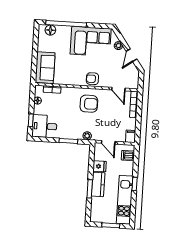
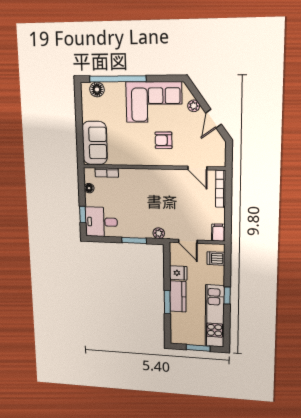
armchair: (92, 79) -> (163, 140), moved
armchair: (89, 104) -> (158, 190), removed

